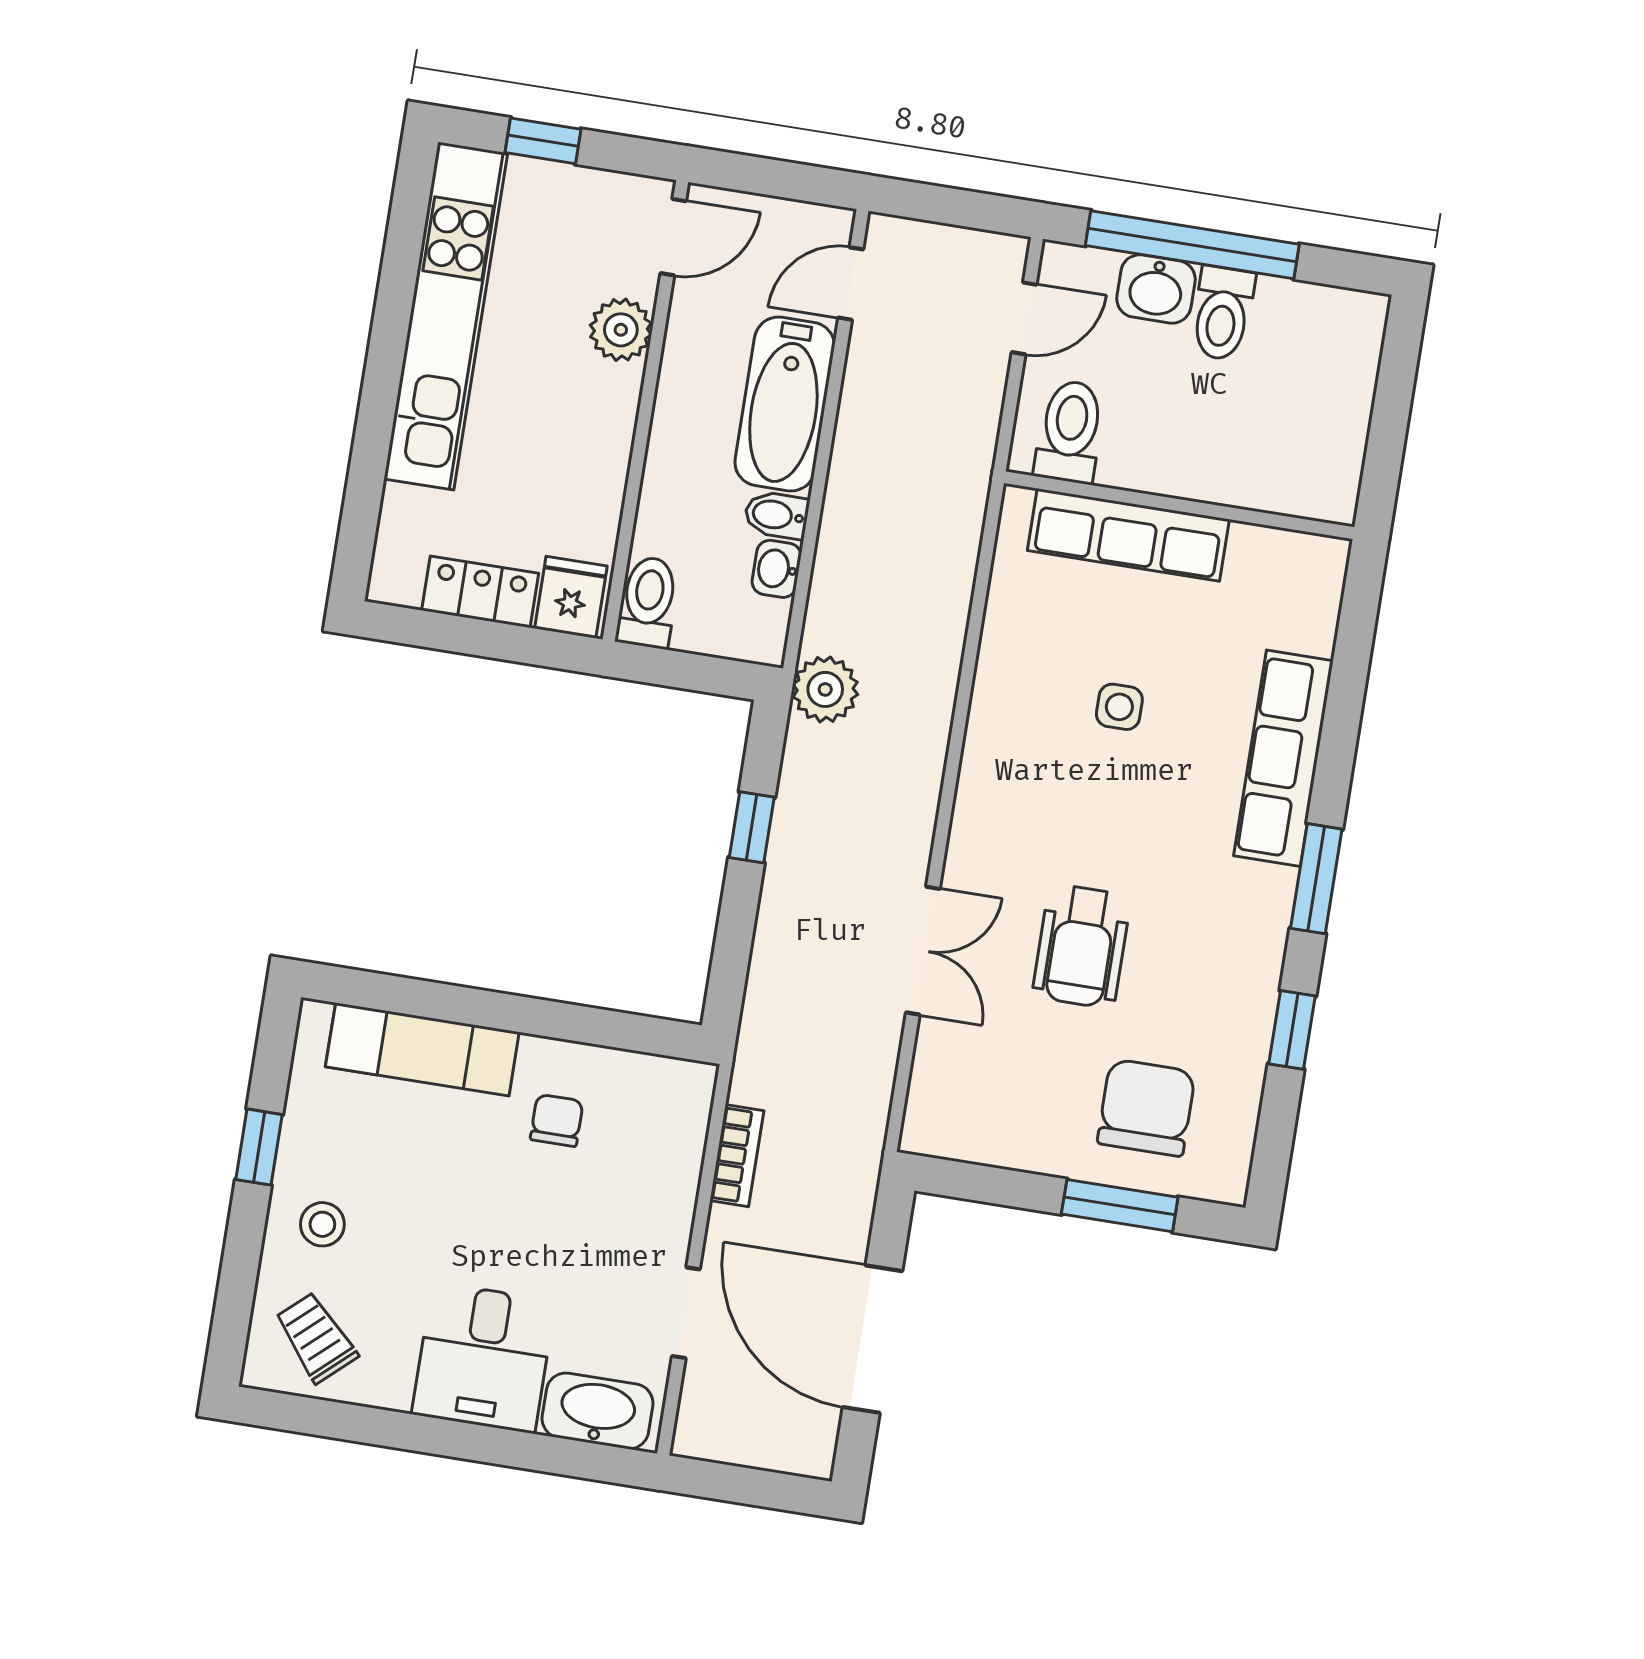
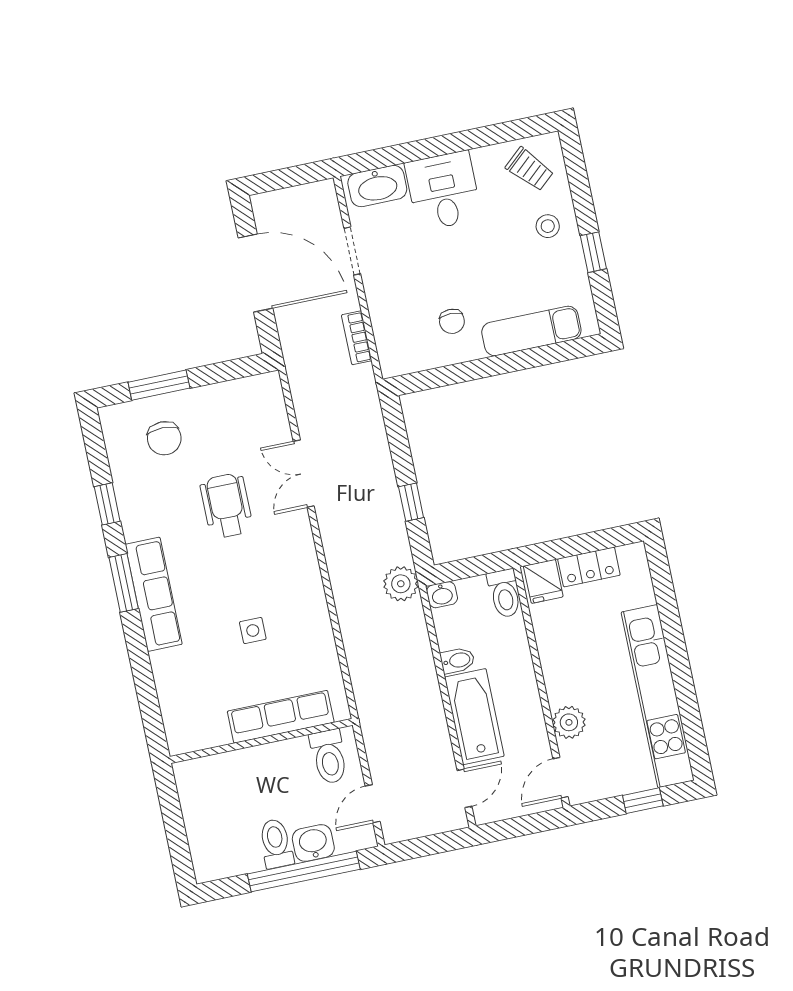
washbasin: (777, 569) -> (442, 595), moved, turned 90
row of seats: (1283, 758) -> (154, 594), moved
chair: (1146, 1108) -> (164, 438), width x0.73, depth x0.73

